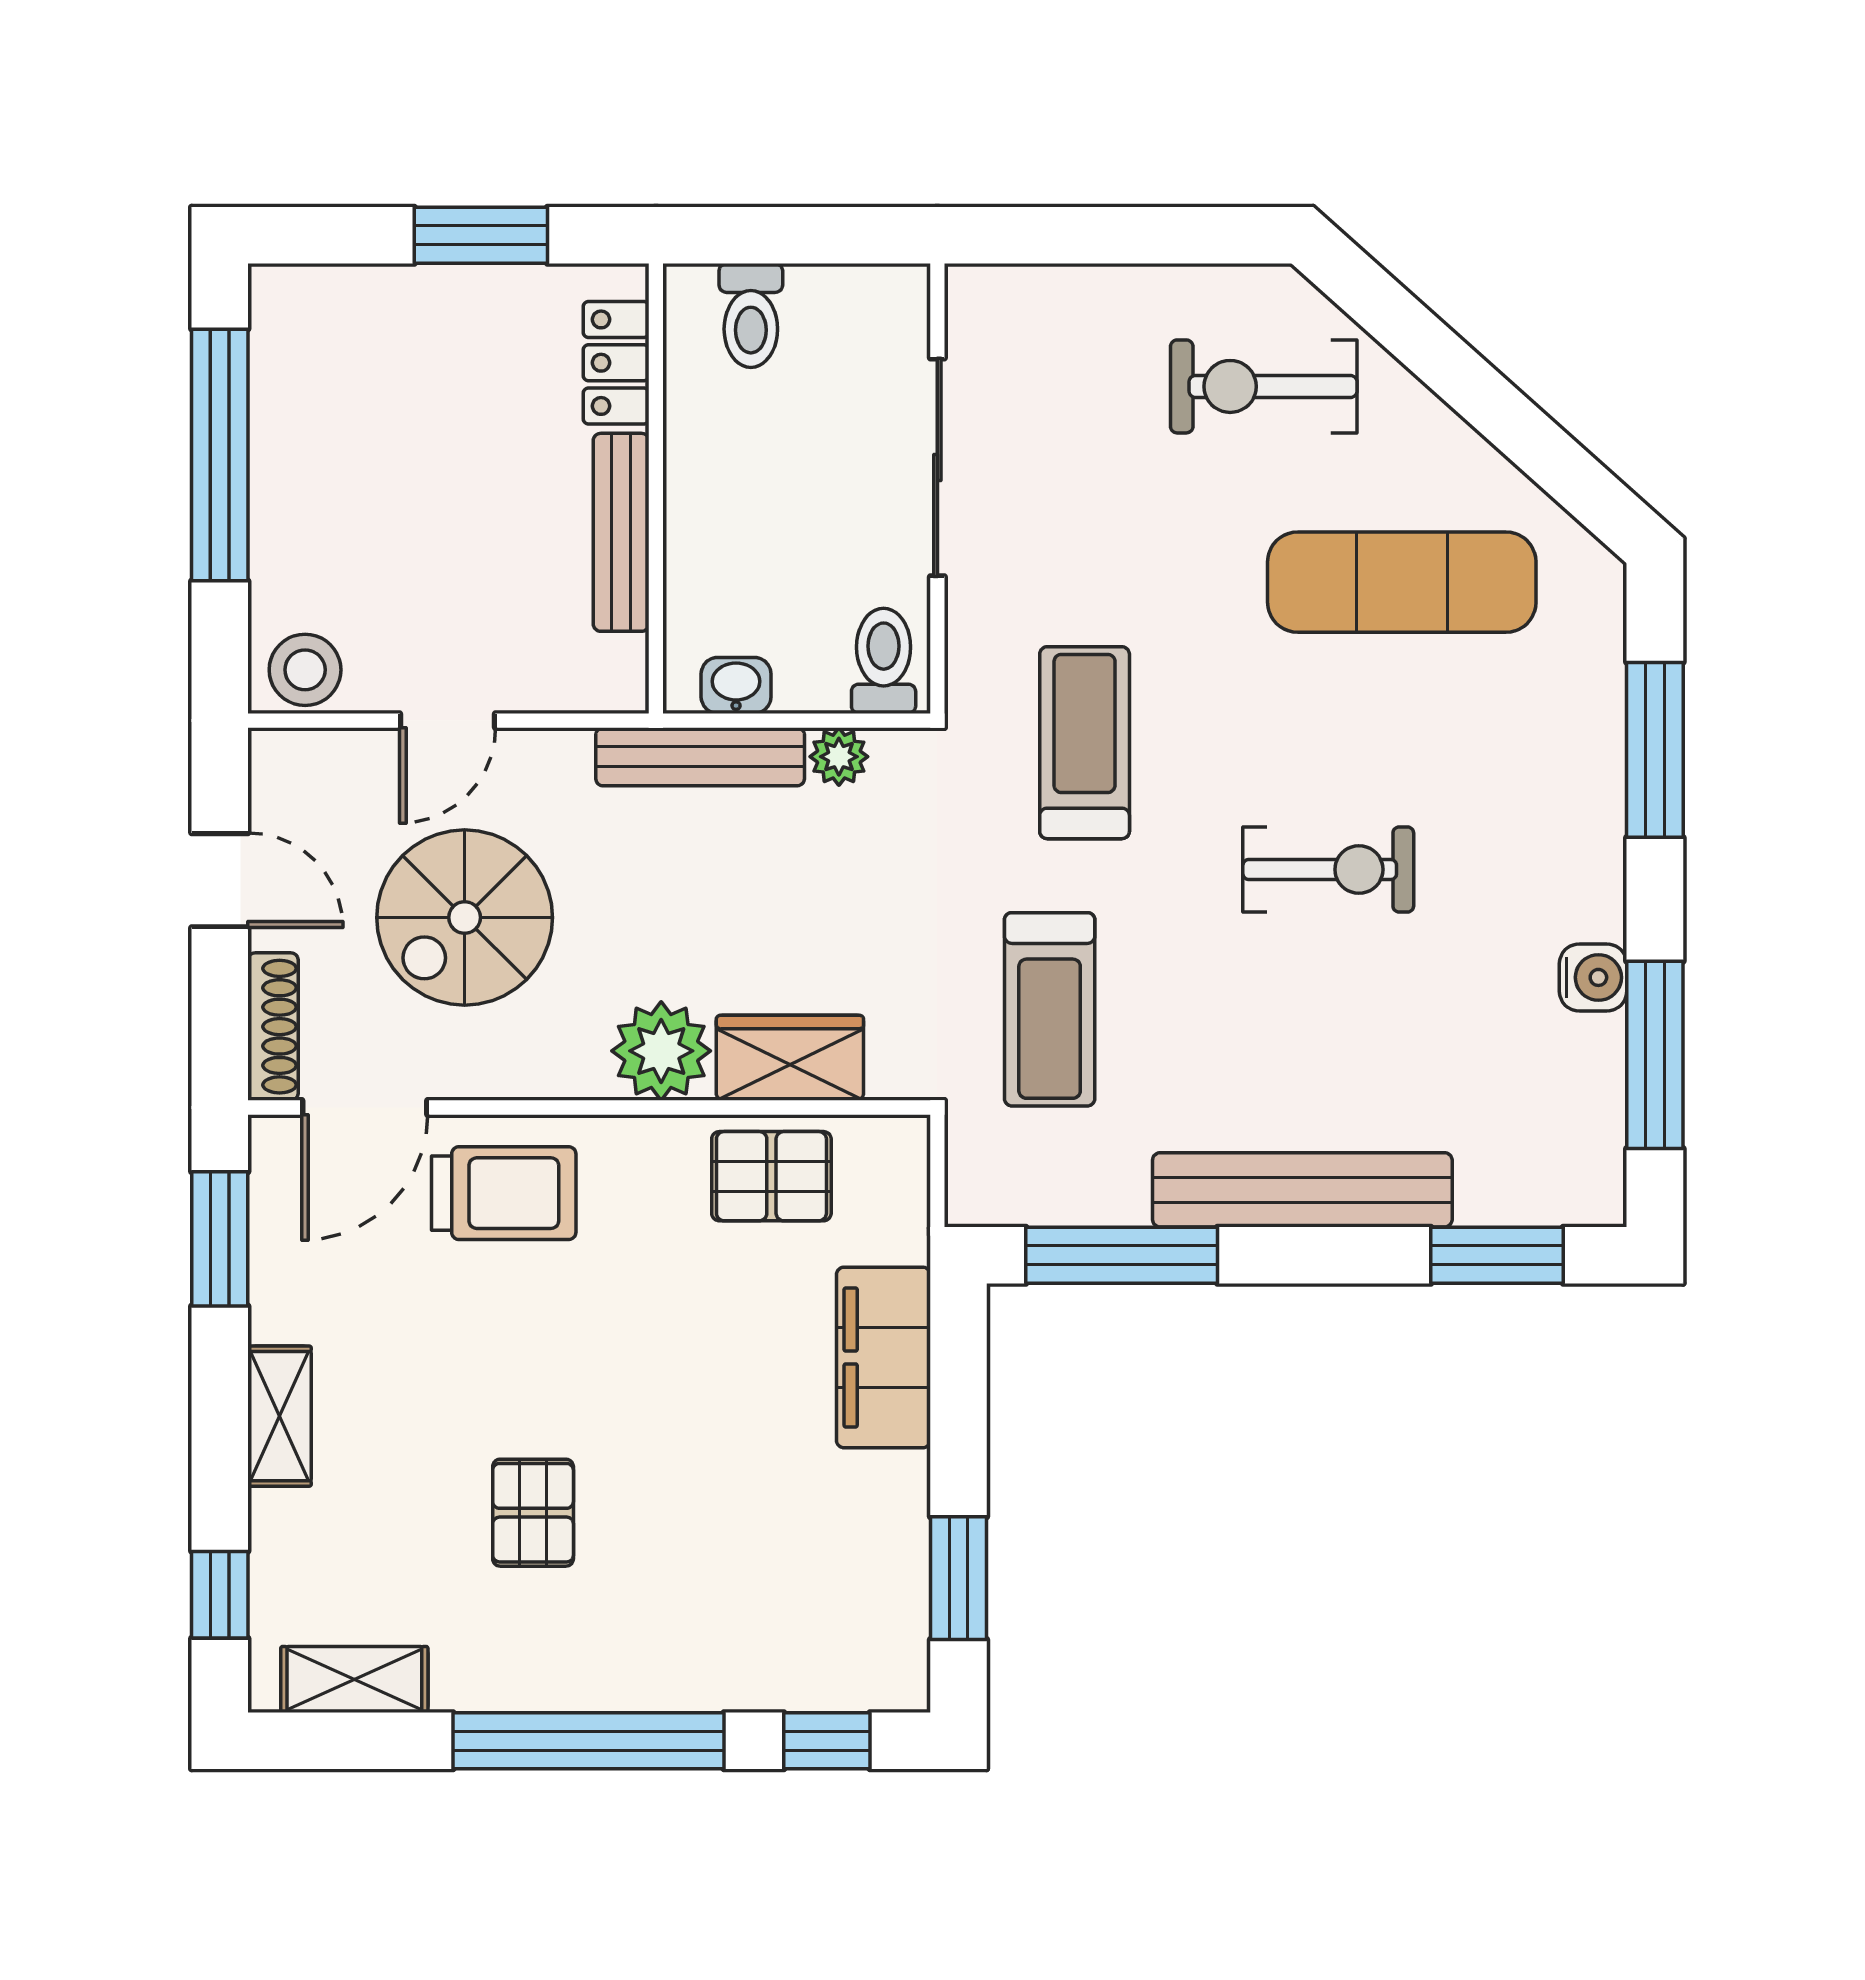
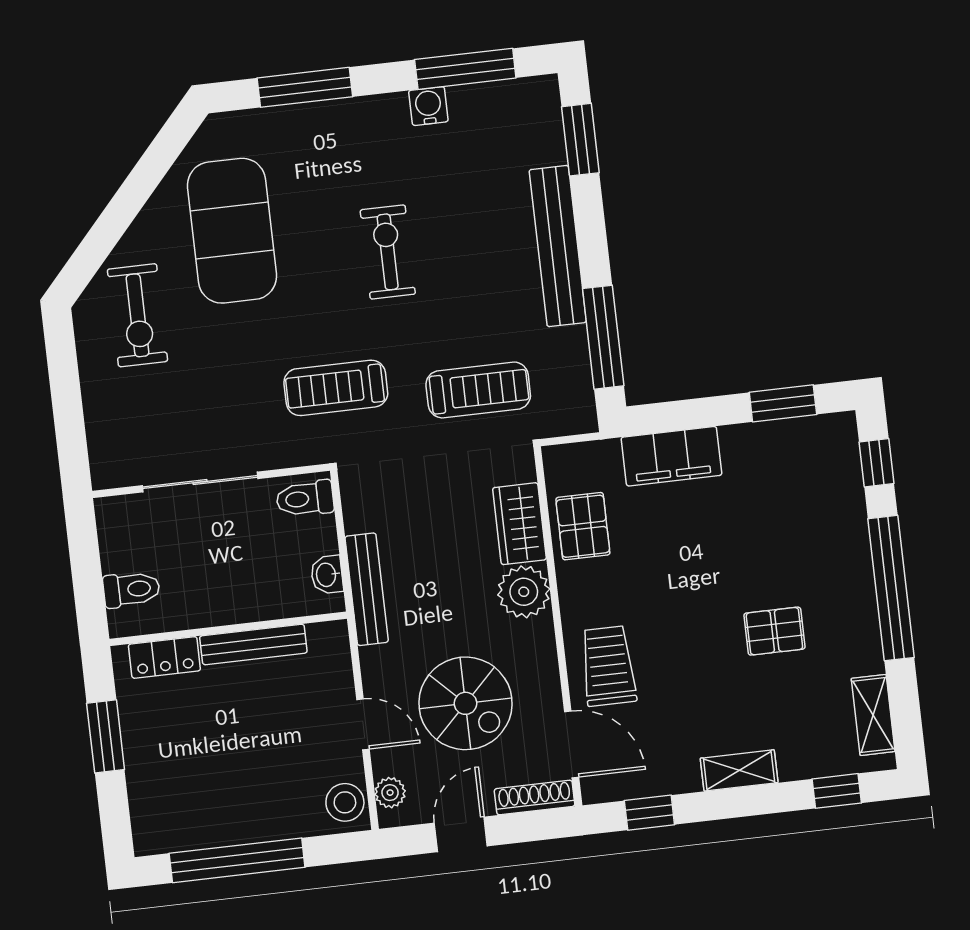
exercise mat: (1402, 582) -> (232, 231), width x1.47
plant: (839, 757) -> (390, 793), moved
window: (220, 1239) -> (649, 813), width x0.67

